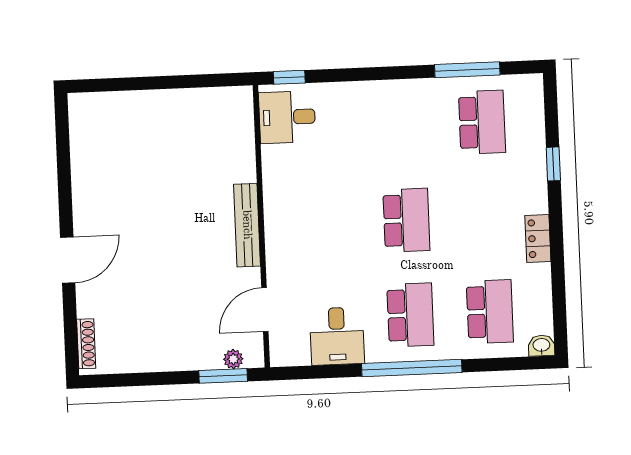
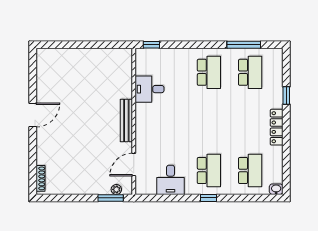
desk: (287, 117) -> (149, 89), moved
school desk: (406, 220) -> (209, 72), moved
locker: (538, 238) -> (277, 127), width x1.53
door: (68, 260) -> (33, 115), moved
window: (412, 368) -> (209, 198), width x0.32

